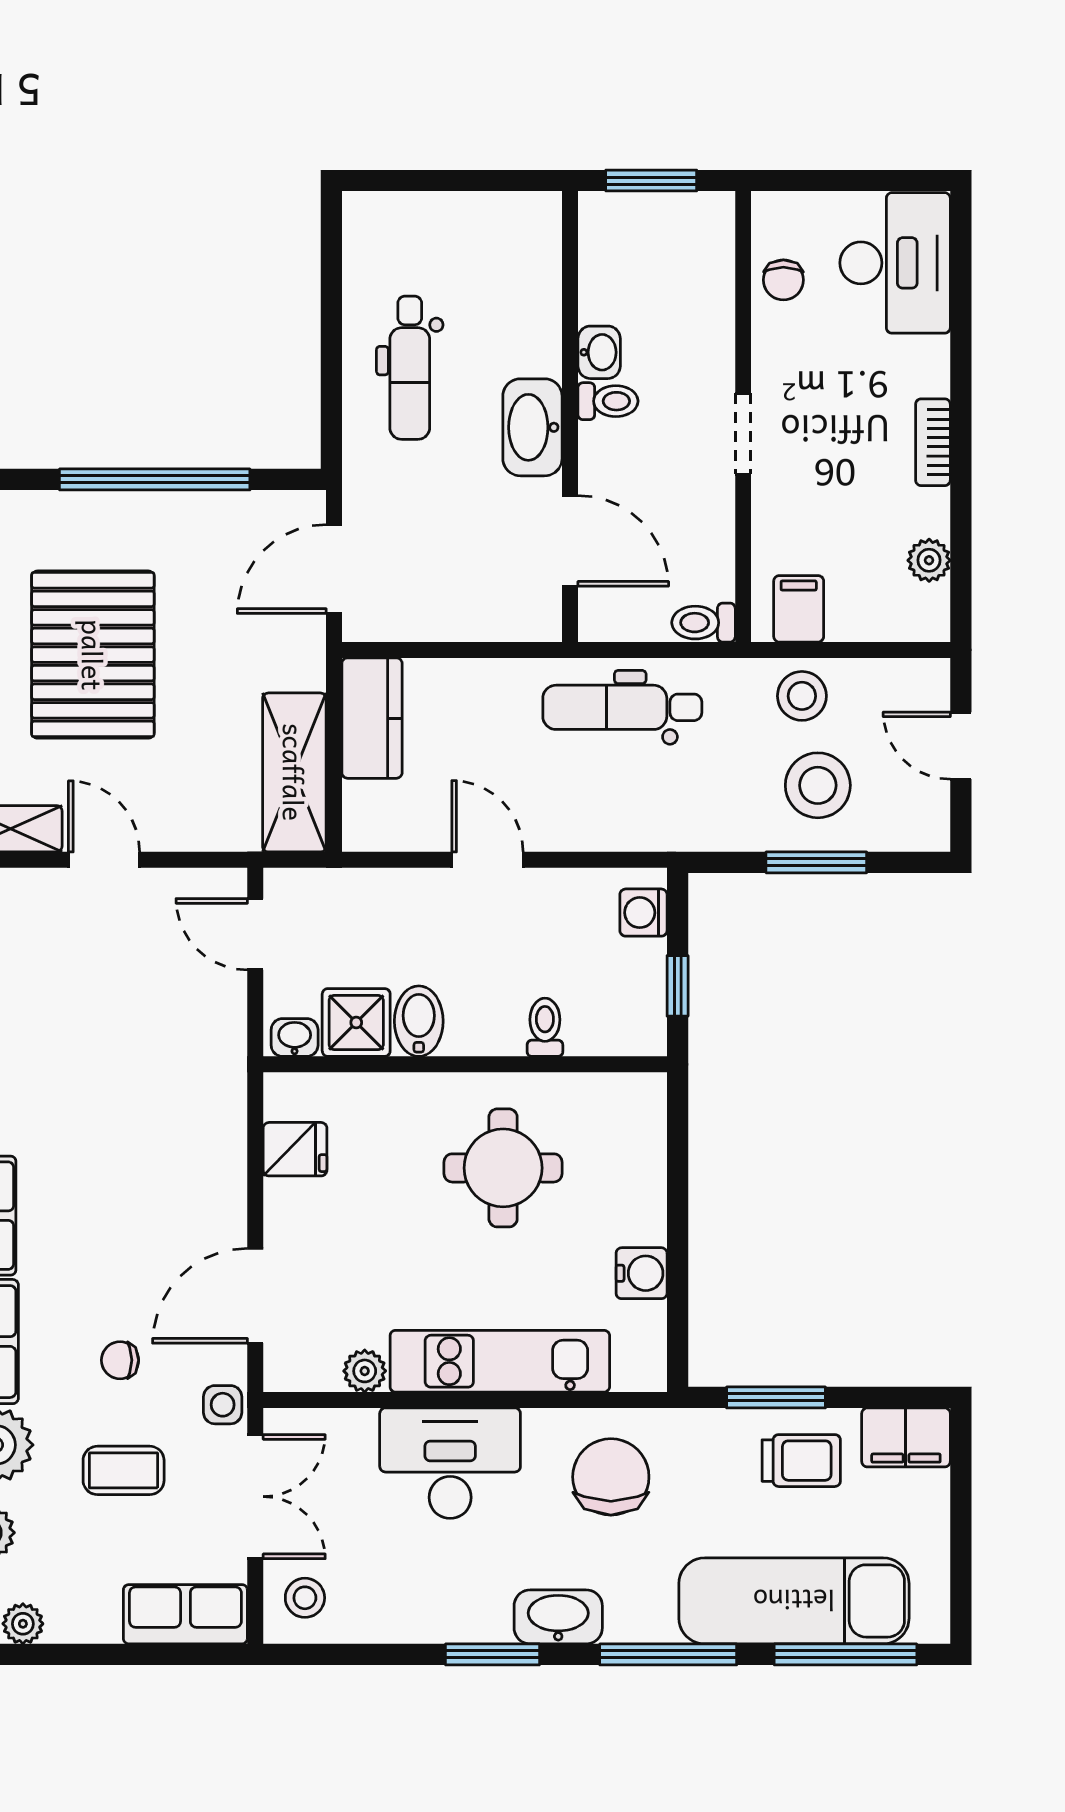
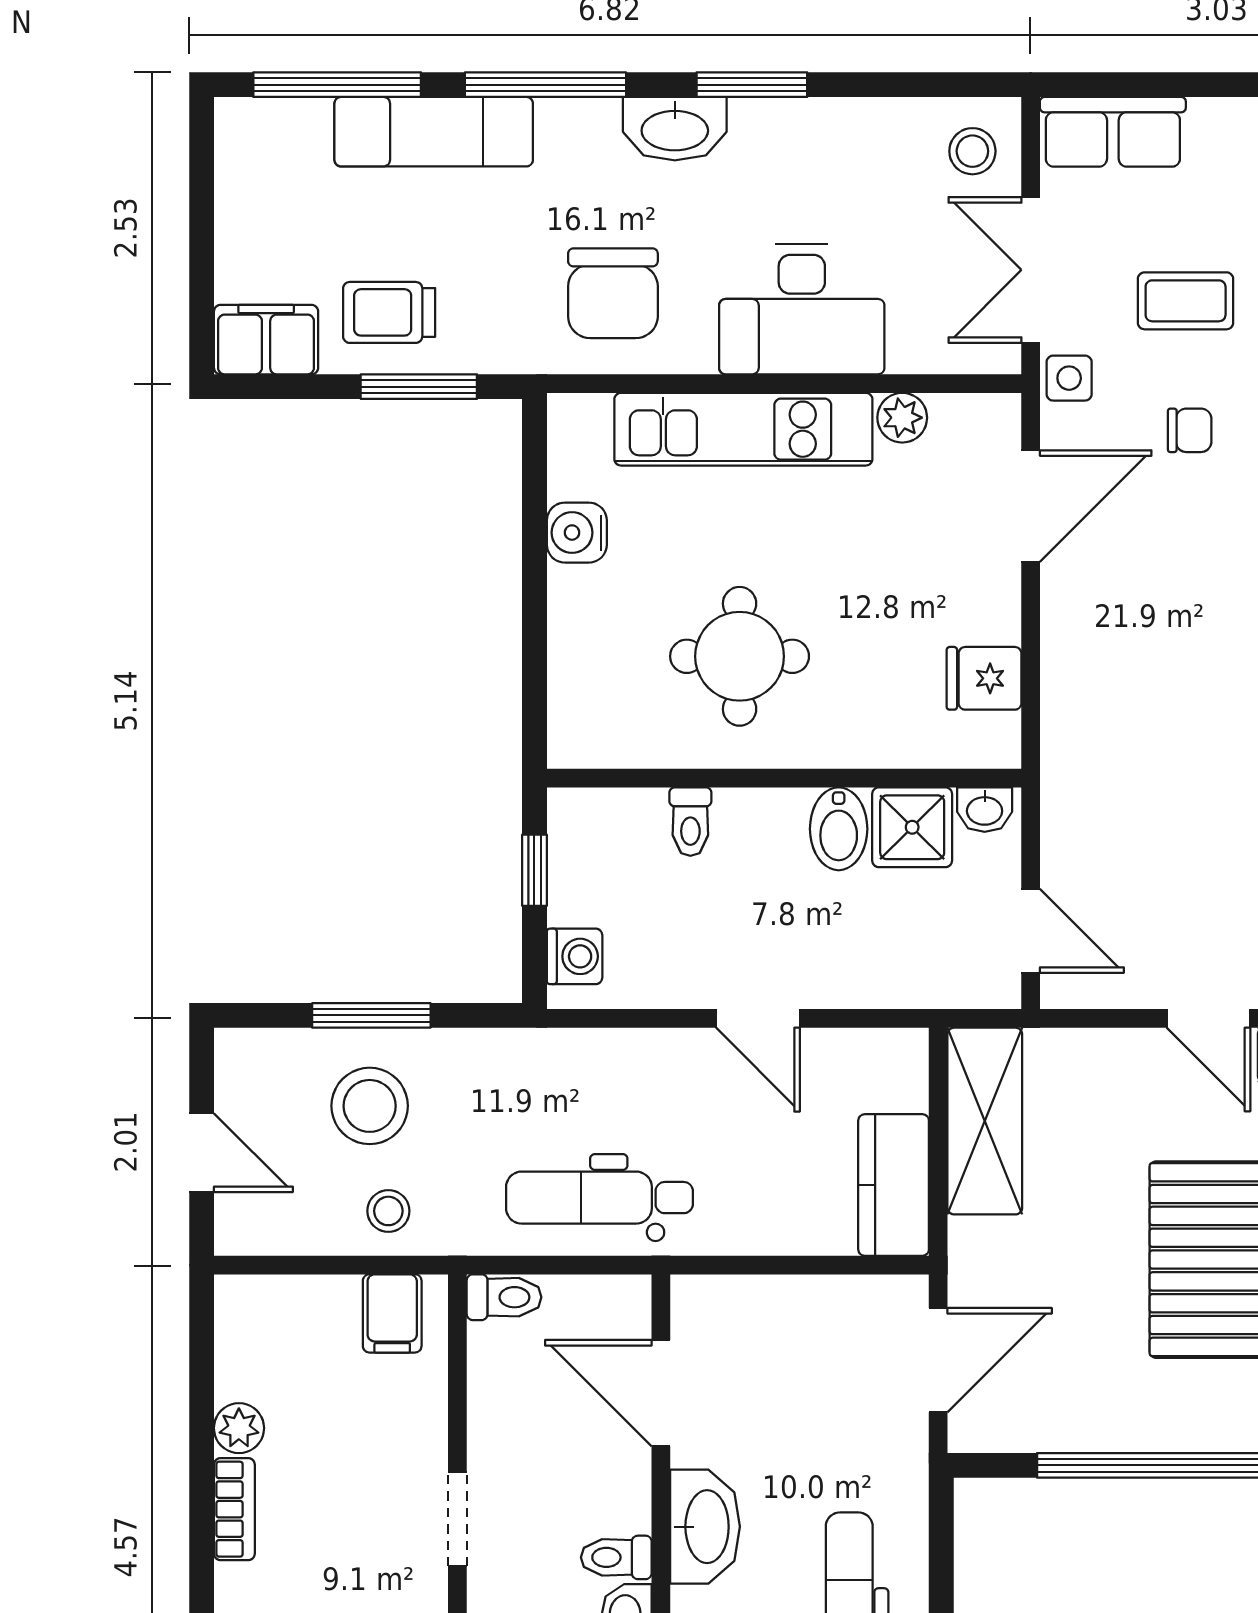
plant: (929, 560) -> (239, 1428), moved
stool: (802, 696) -> (388, 1211), width x0.73, depth x0.73
dental chair: (622, 707) -> (599, 1198), turned 180
exam couch: (794, 1601) -> (434, 132), width x0.73, depth x0.69

